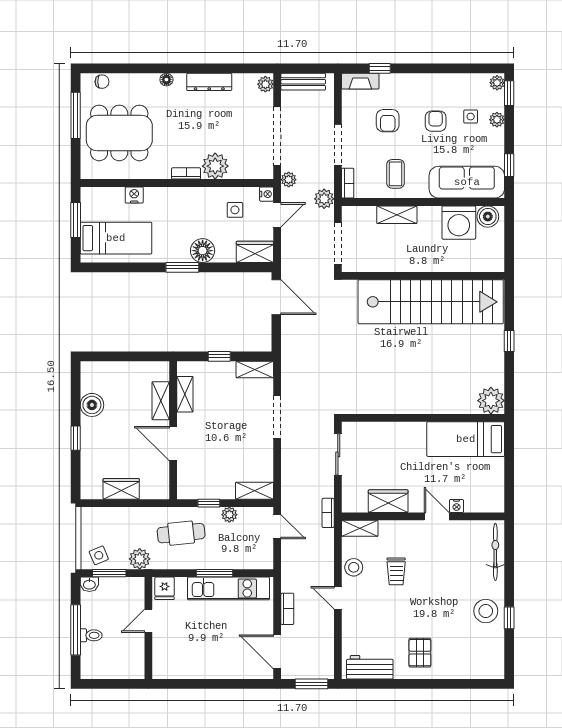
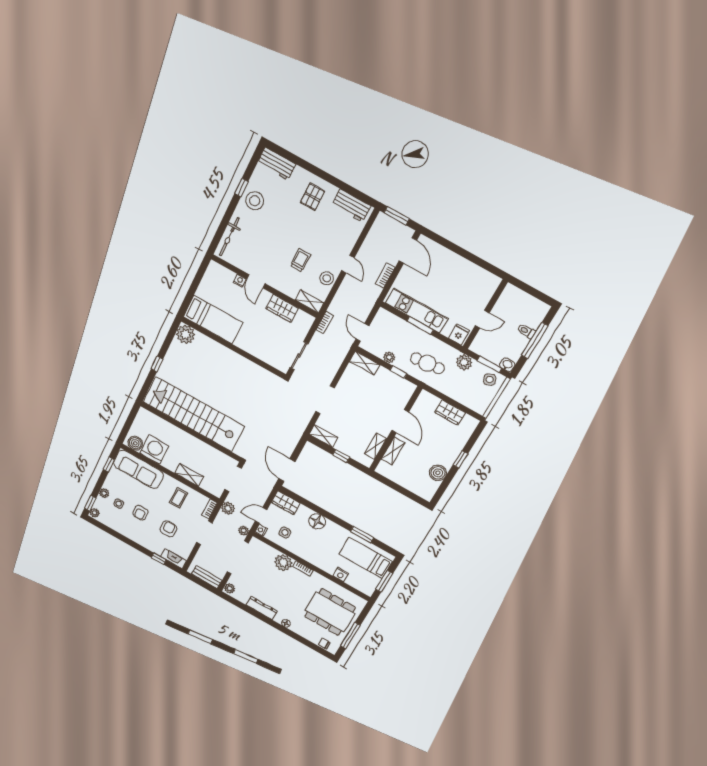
window: (182, 267) -> (362, 535), moved
workbench: (481, 667) -> (276, 164), added

